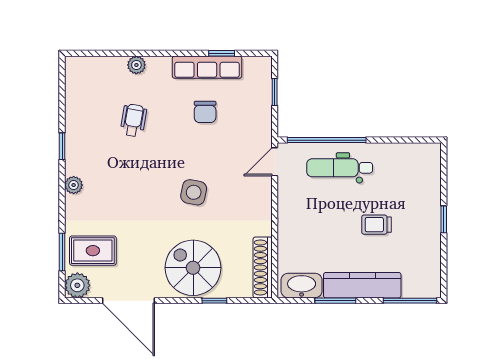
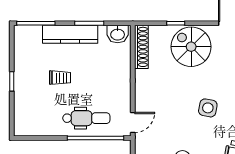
side table: (194, 192) -> (208, 108), moved
spiral stairs: (193, 268) -> (191, 47), turned 180
washbasin: (302, 286) -> (118, 34), width x0.72

